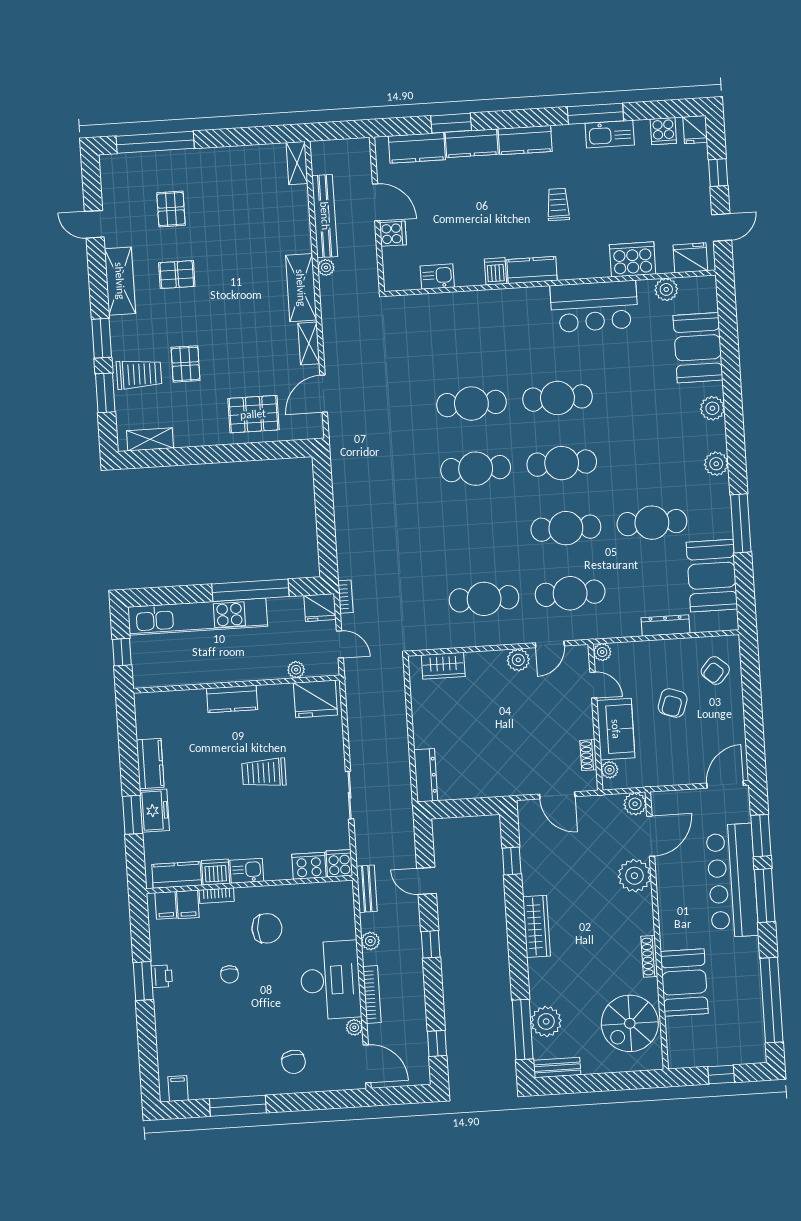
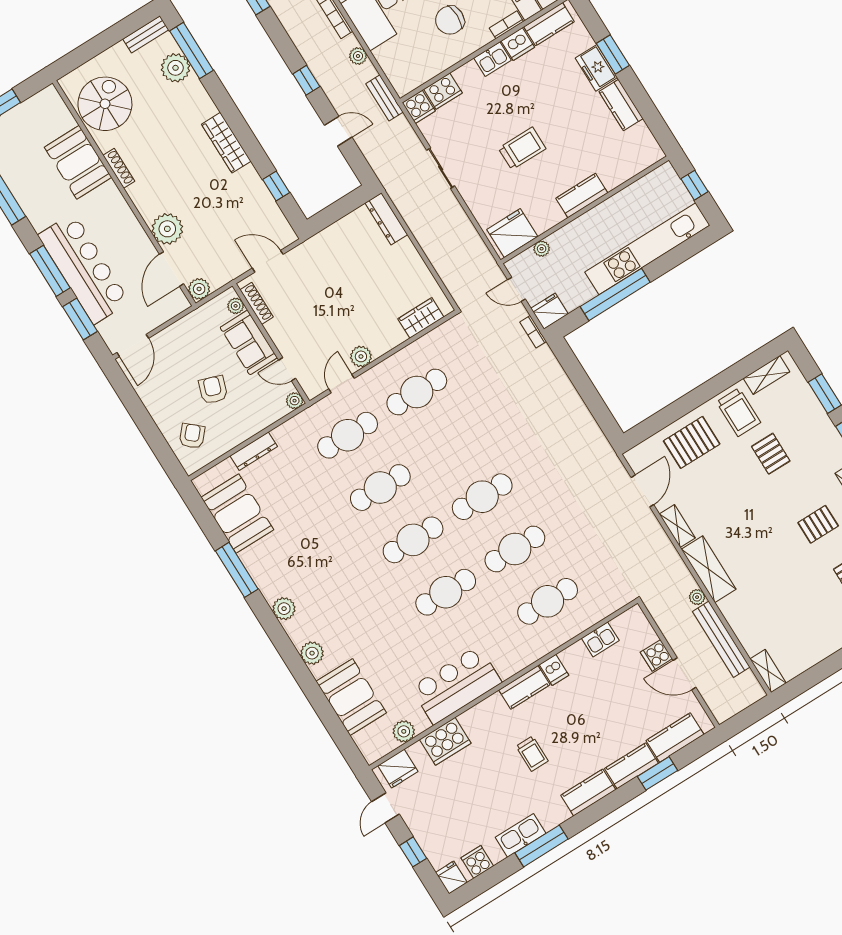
trolley: (139, 374) -> (738, 412), moved, turned -90
cafe table: (652, 523) -> (548, 601), moved
shoe rack: (588, 755) -> (257, 303), width x1.43

